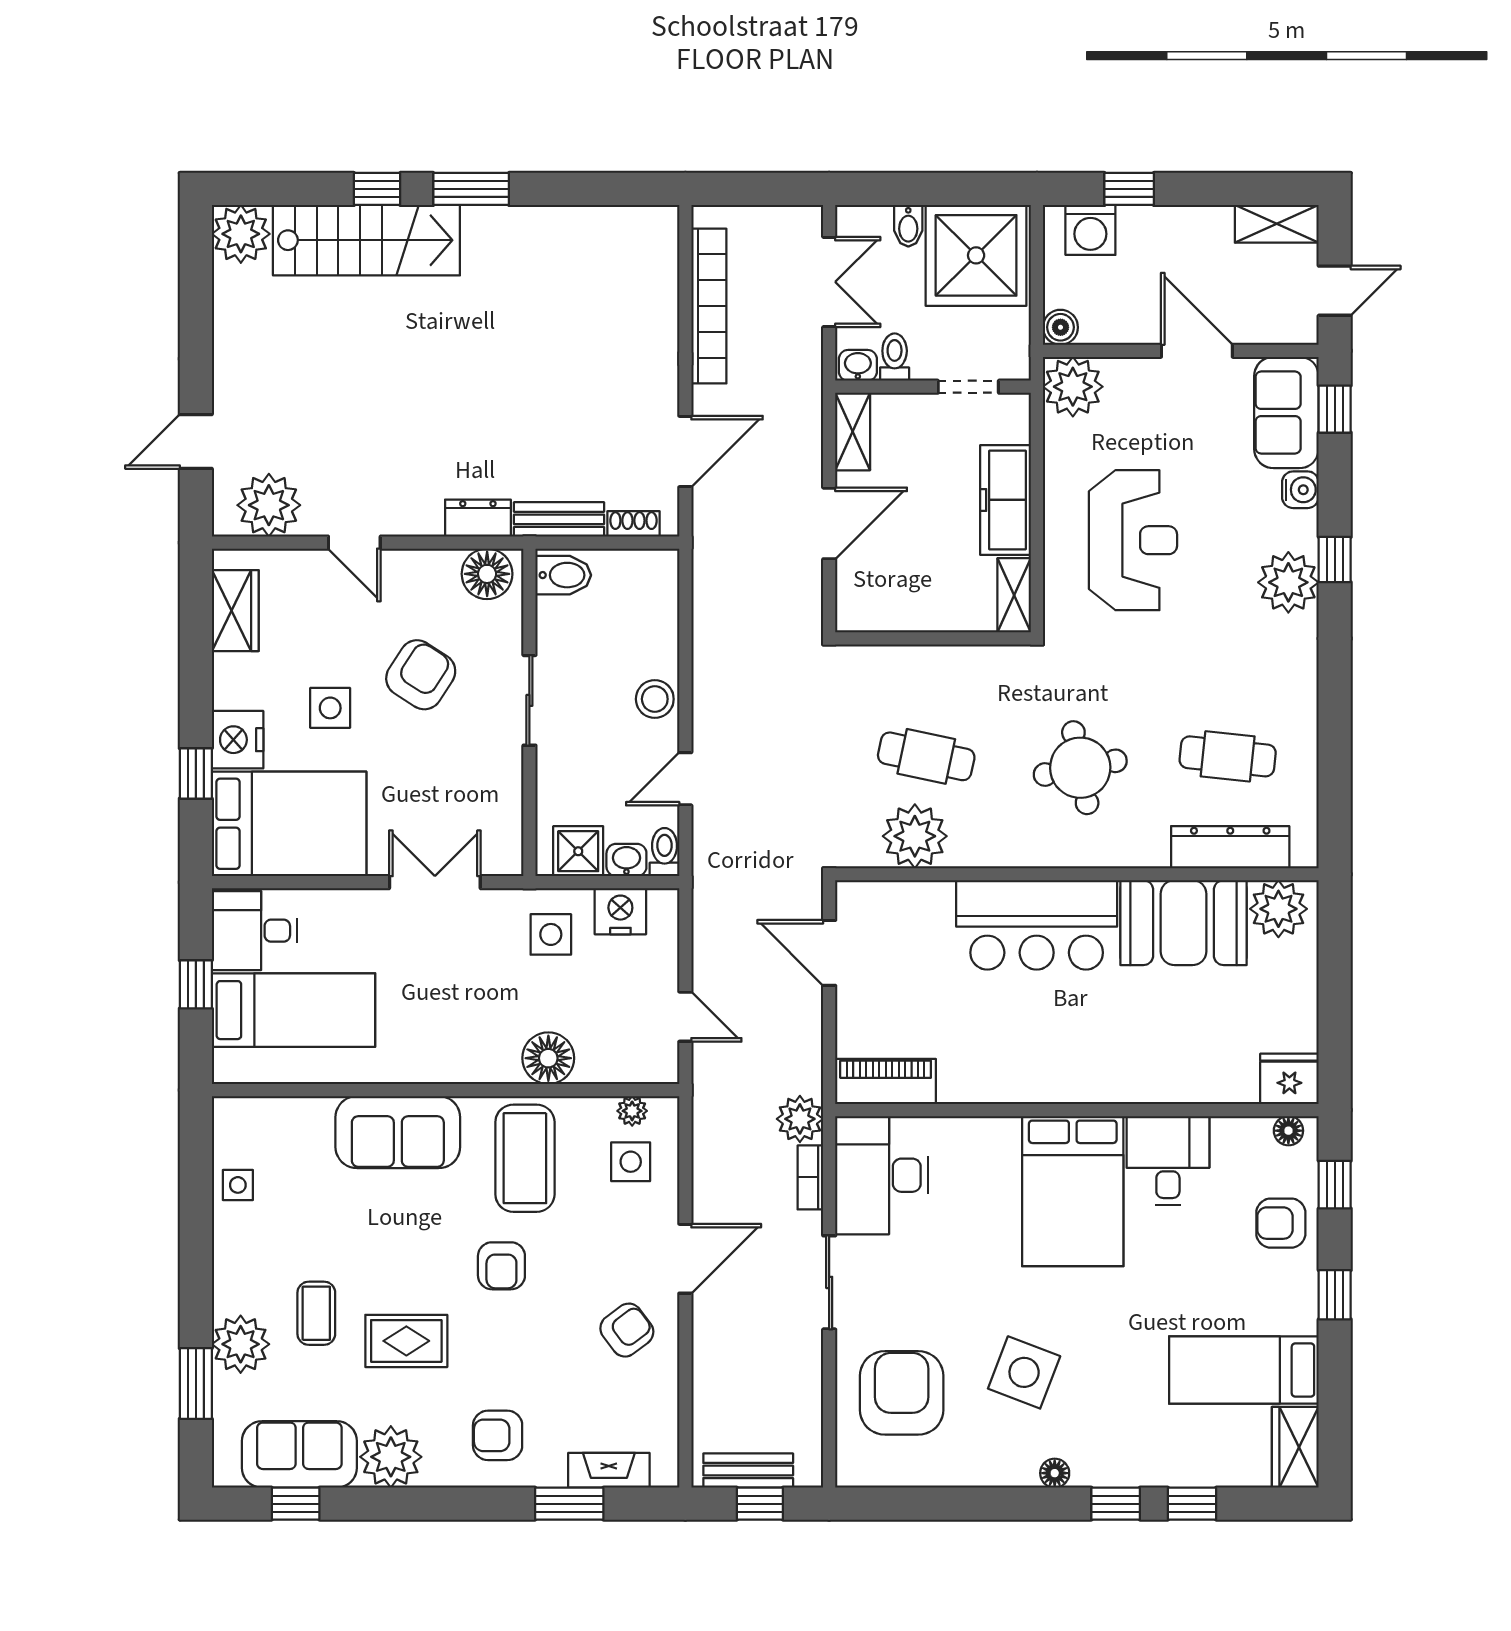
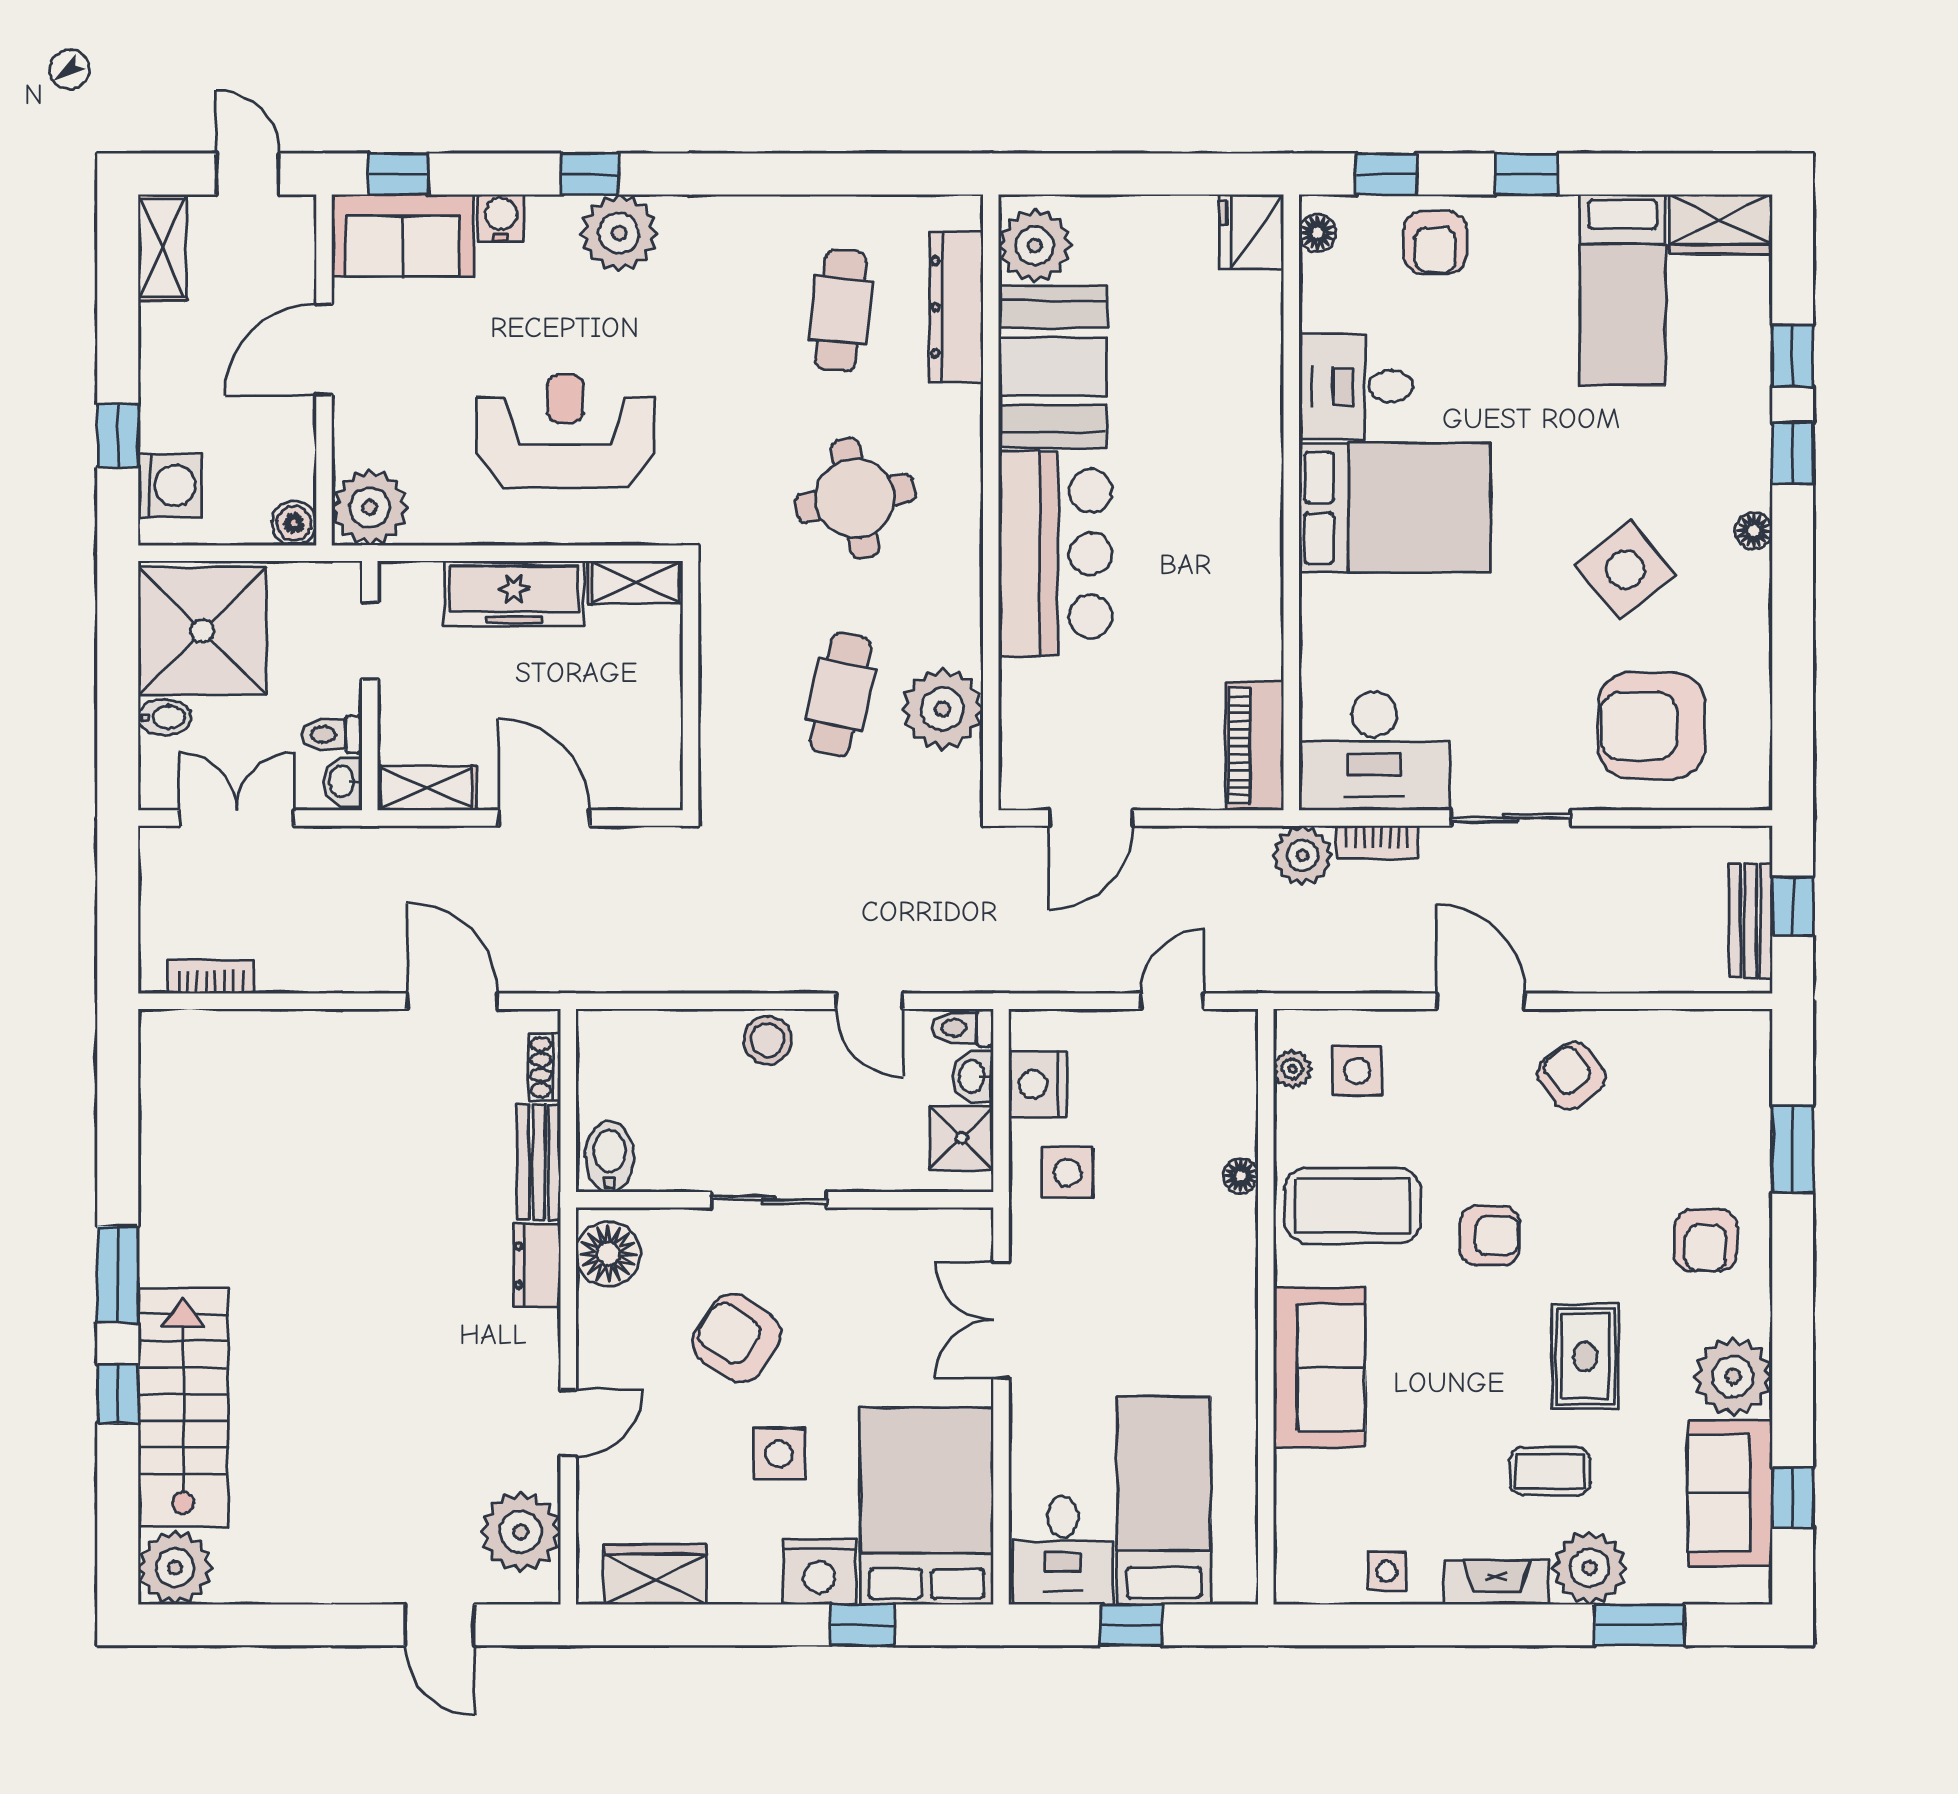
bookcase: (709, 306) -> (211, 977), width x0.43, depth x0.76
floor lamp: (548, 1058) -> (1241, 1176), width x0.53, depth x0.53
side table: (1024, 1372) -> (1625, 570), turned 30
fireplace: (609, 1470) -> (1497, 1582), moved, turned 90

